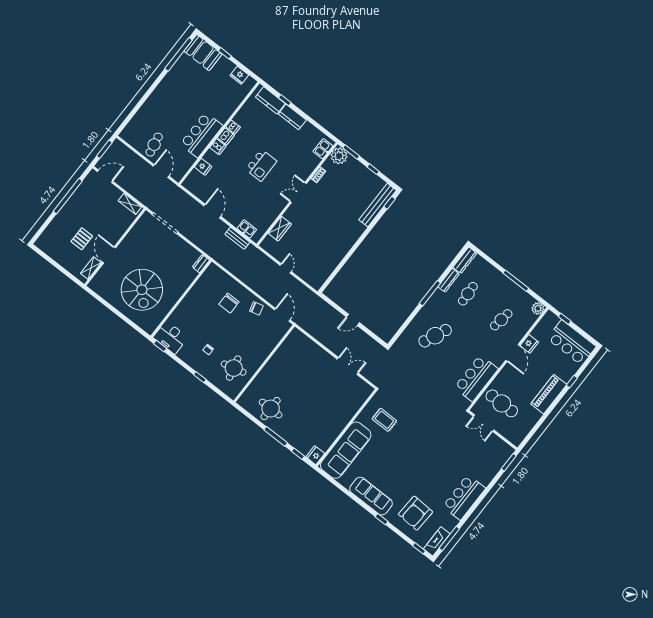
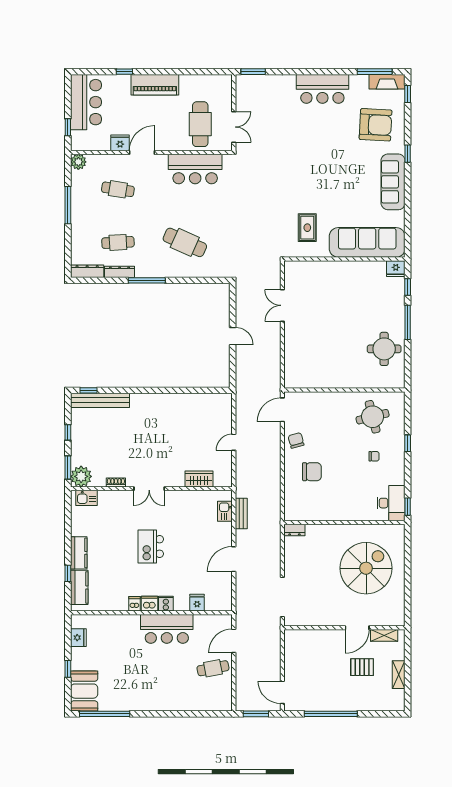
kitchen island: (261, 165) -> (151, 546), turned -90
shelving: (130, 204) -> (399, 675), moved

